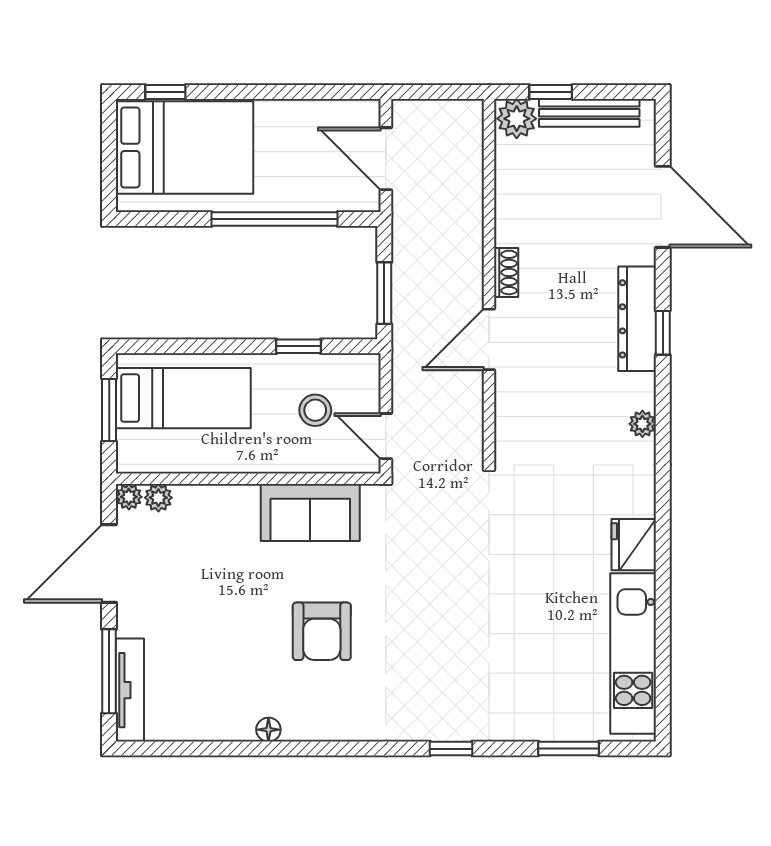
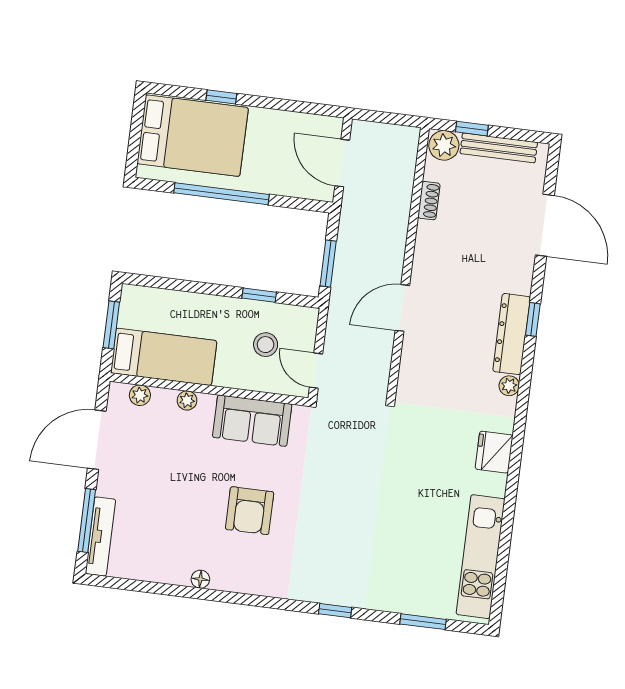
window: (165, 92) -> (221, 97), moved
window: (274, 219) -> (221, 194), moved
shoe rack: (506, 272) -> (429, 201), moved
dresser: (637, 319) -> (512, 334), moved
bed: (183, 398) -> (164, 357), moved
plant: (129, 497) -> (187, 400), moved
fridge: (634, 545) -> (494, 452), moved

